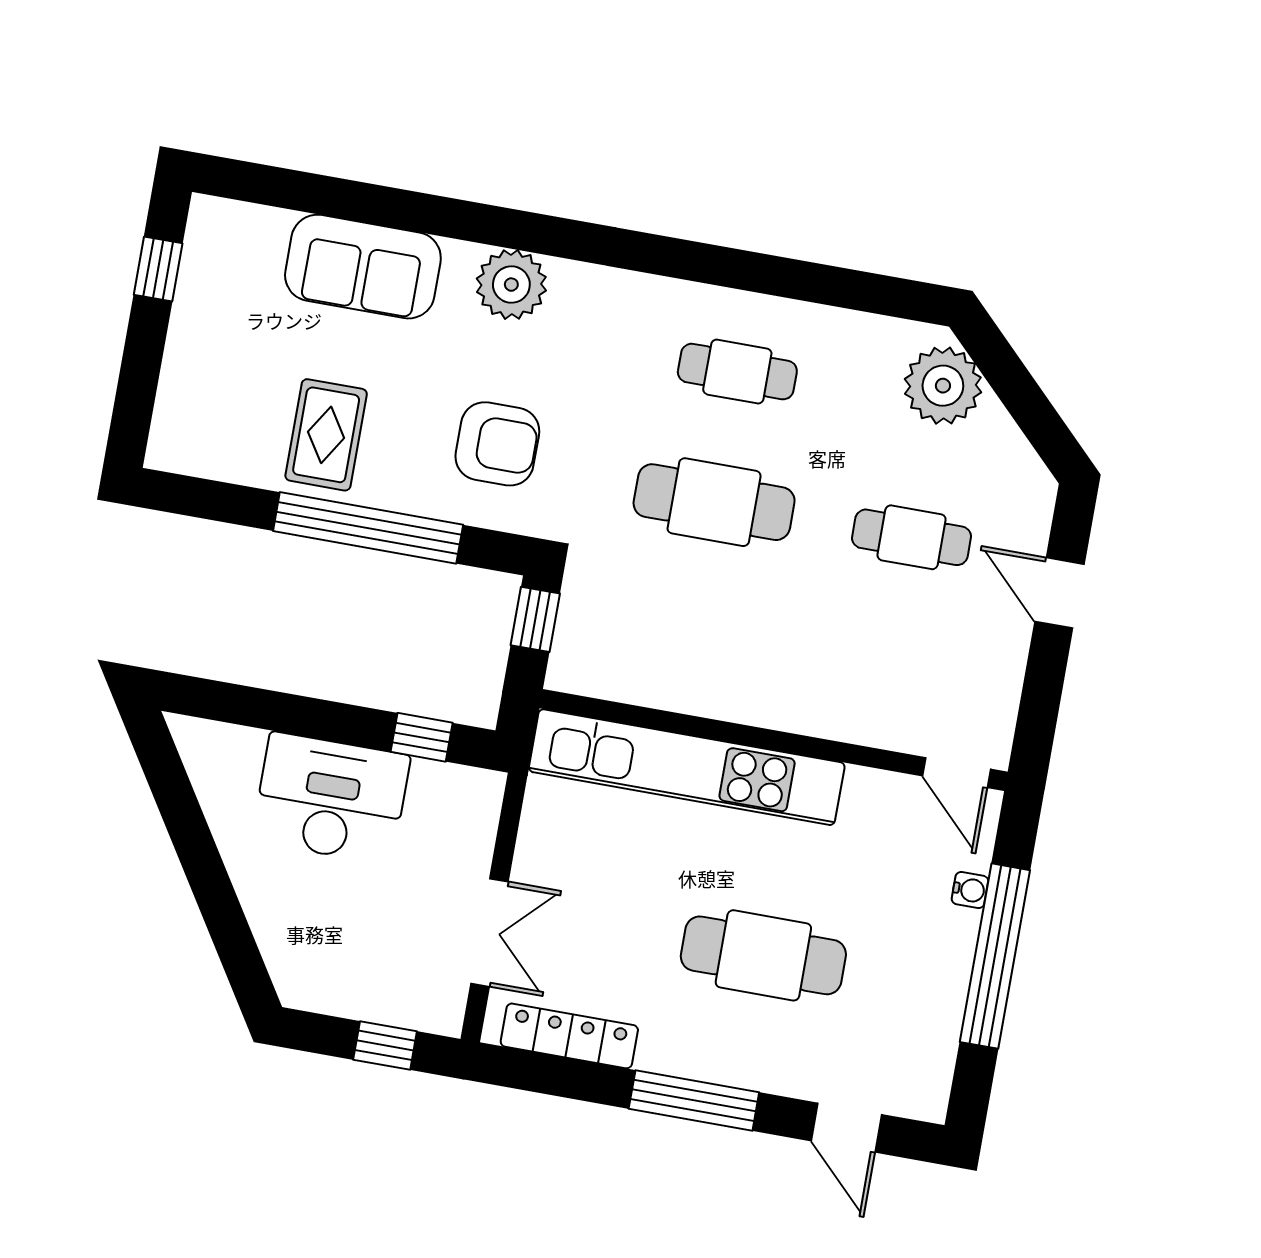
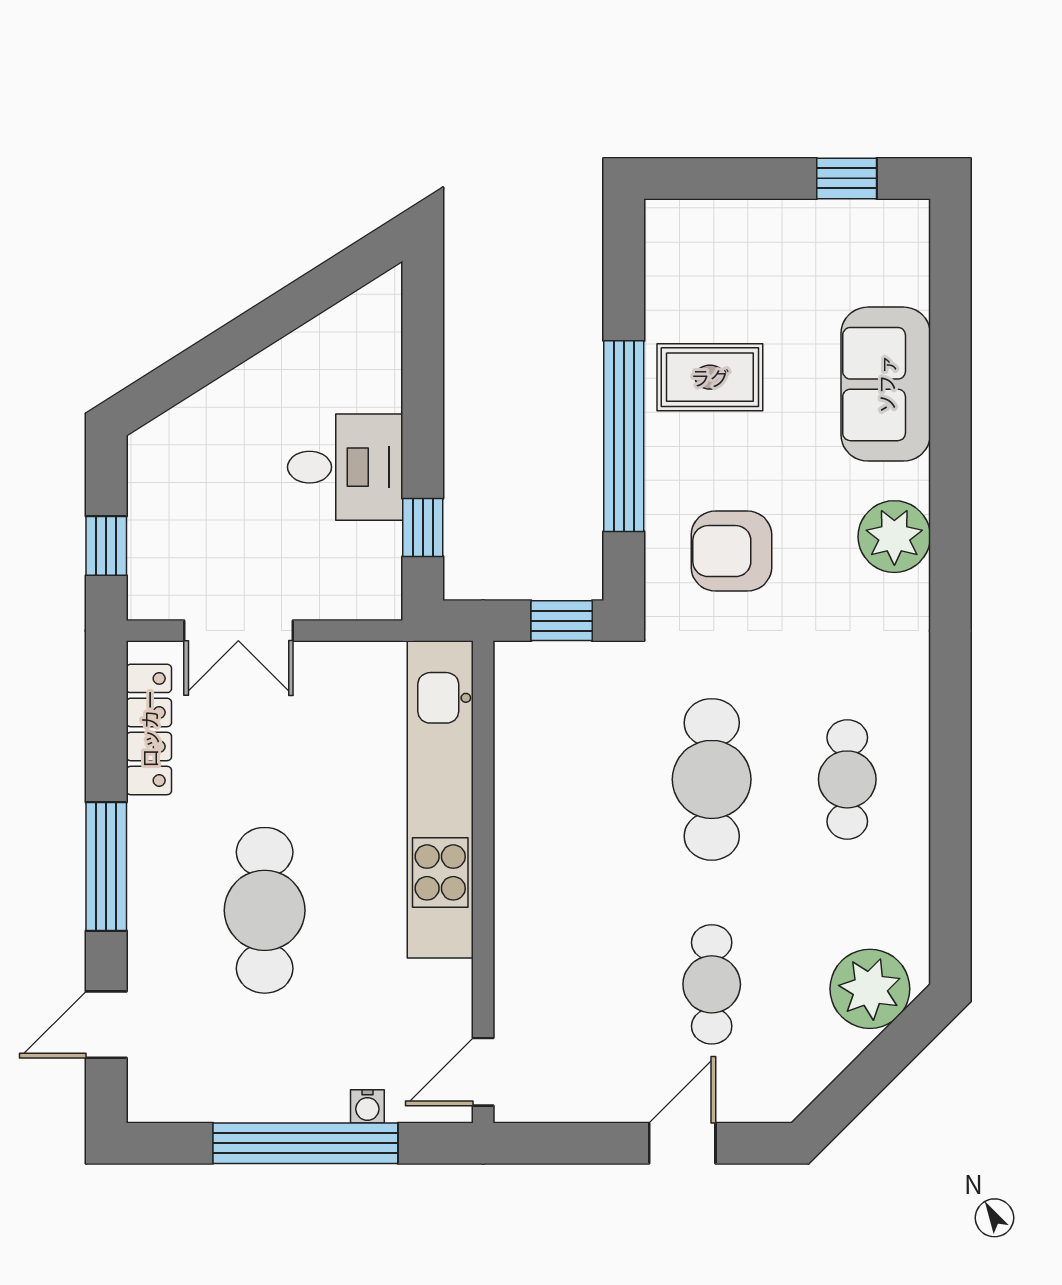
armchair: (497, 444) -> (731, 551), turned 90
desk: (331, 798) -> (345, 467), width x0.73

